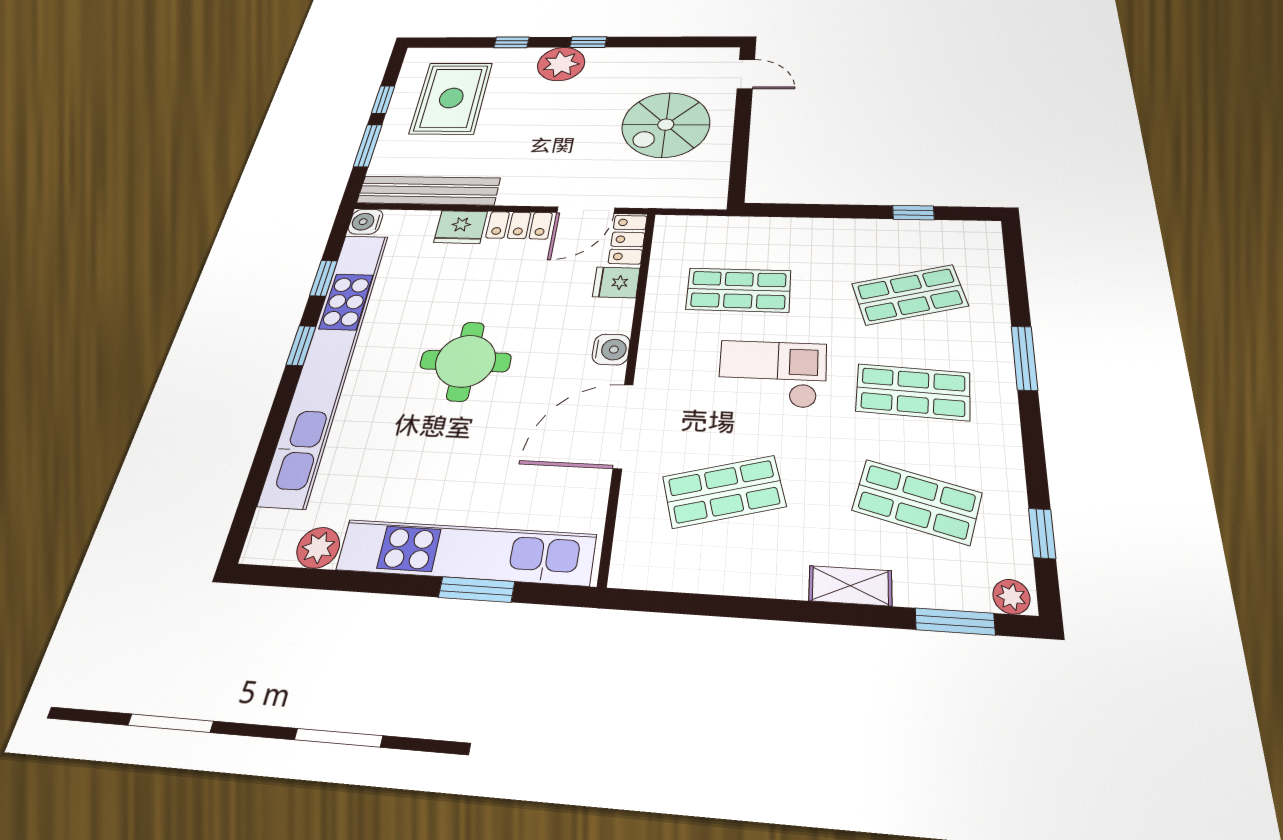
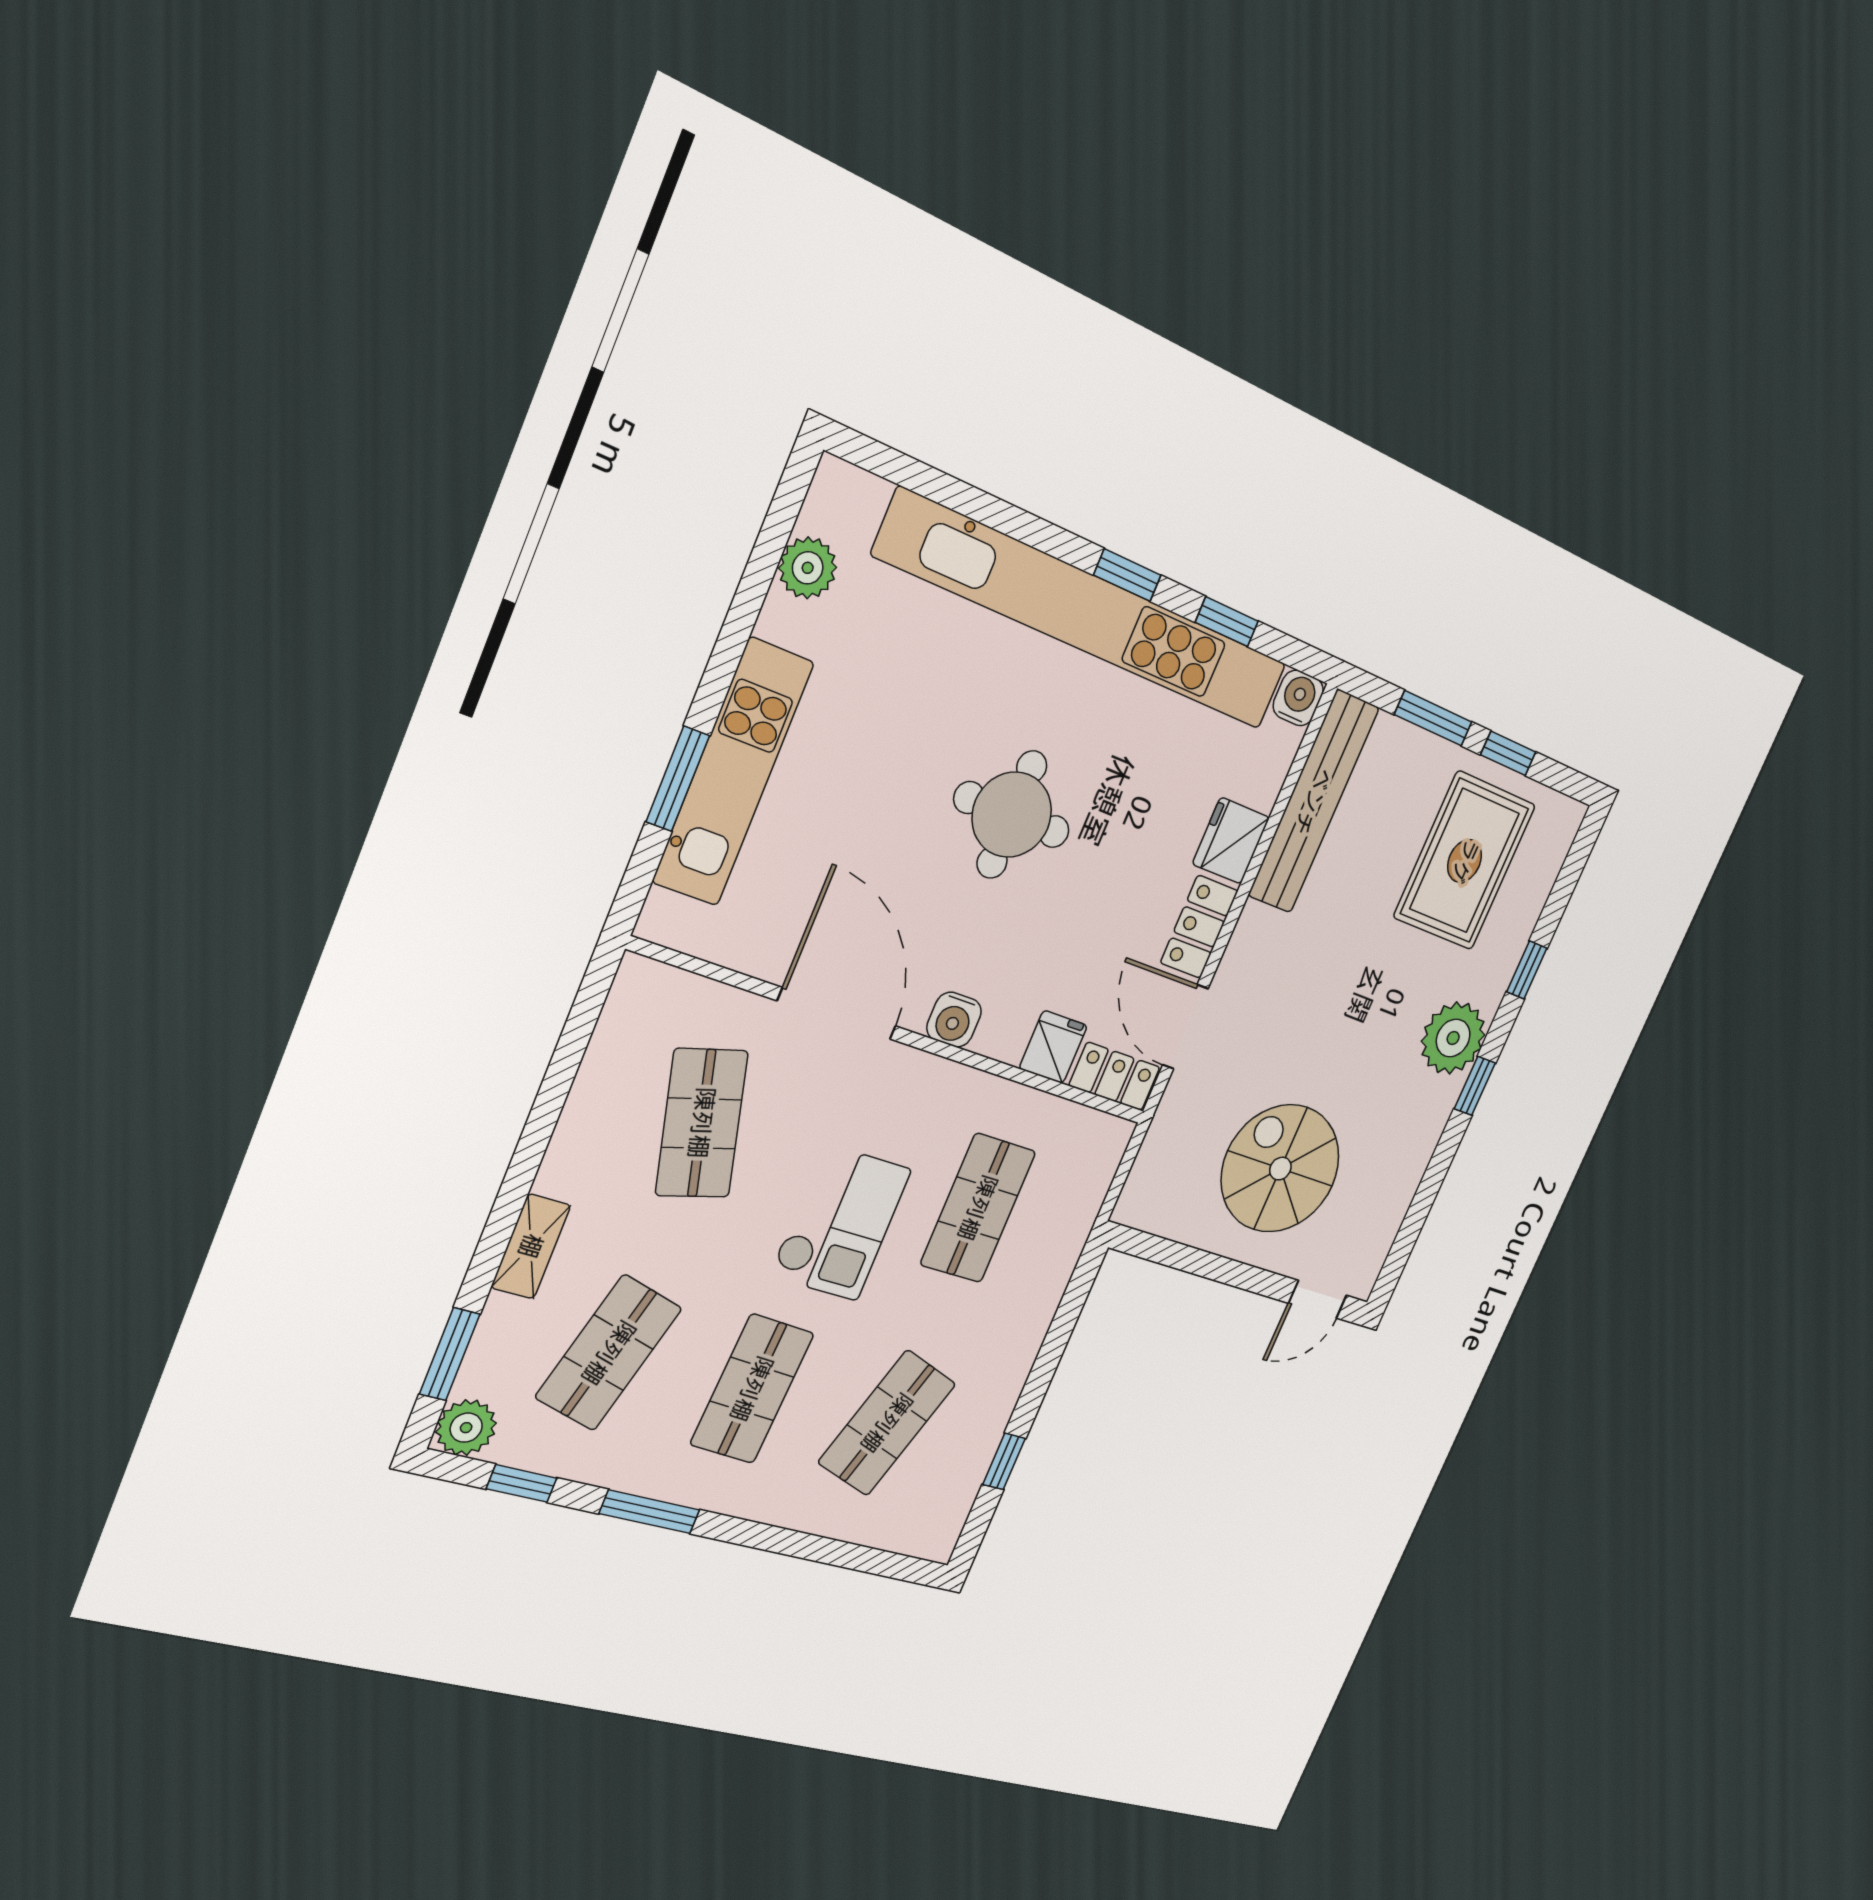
rug: (451, 98) -> (1465, 861), turned 90
shop shelf: (910, 295) -> (887, 1423), turned 33
window: (1024, 358) -> (650, 1512), moved
kitchen unit: (466, 552) -> (733, 772), width x0.73
plant: (1011, 597) -> (466, 1428), width x1.38, depth x1.38

